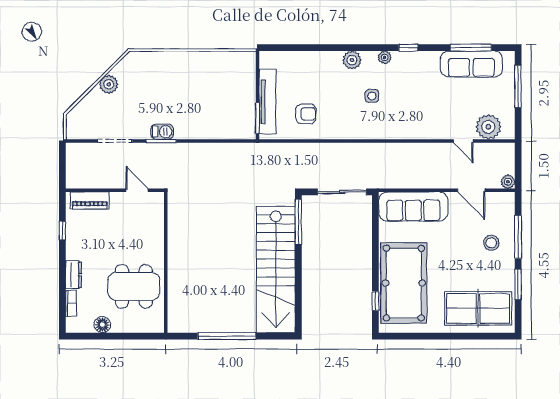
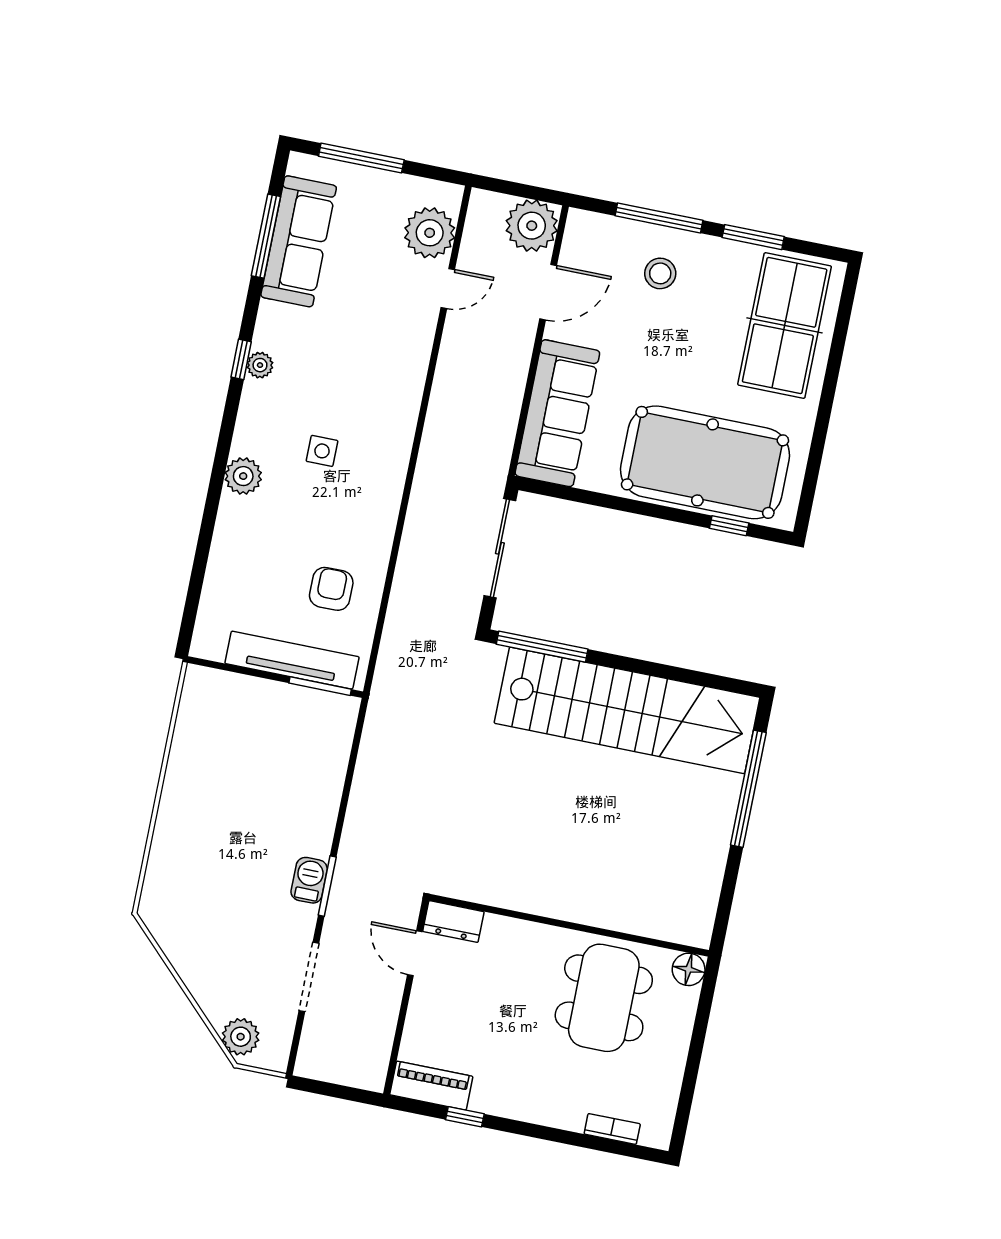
plant: (385, 57) -> (260, 365), moved
plant: (109, 84) -> (241, 1037), moved
plant: (508, 182) -> (532, 226), width x1.88, depth x1.88
door: (137, 190) -> (415, 953), hinge flipped
piano: (90, 200) -> (431, 1086), moved, turned -90
dresser: (74, 275) -> (453, 922), moved, turned 180
floor lamp: (102, 325) -> (689, 969), moved
window: (227, 336) -> (748, 789), moved

